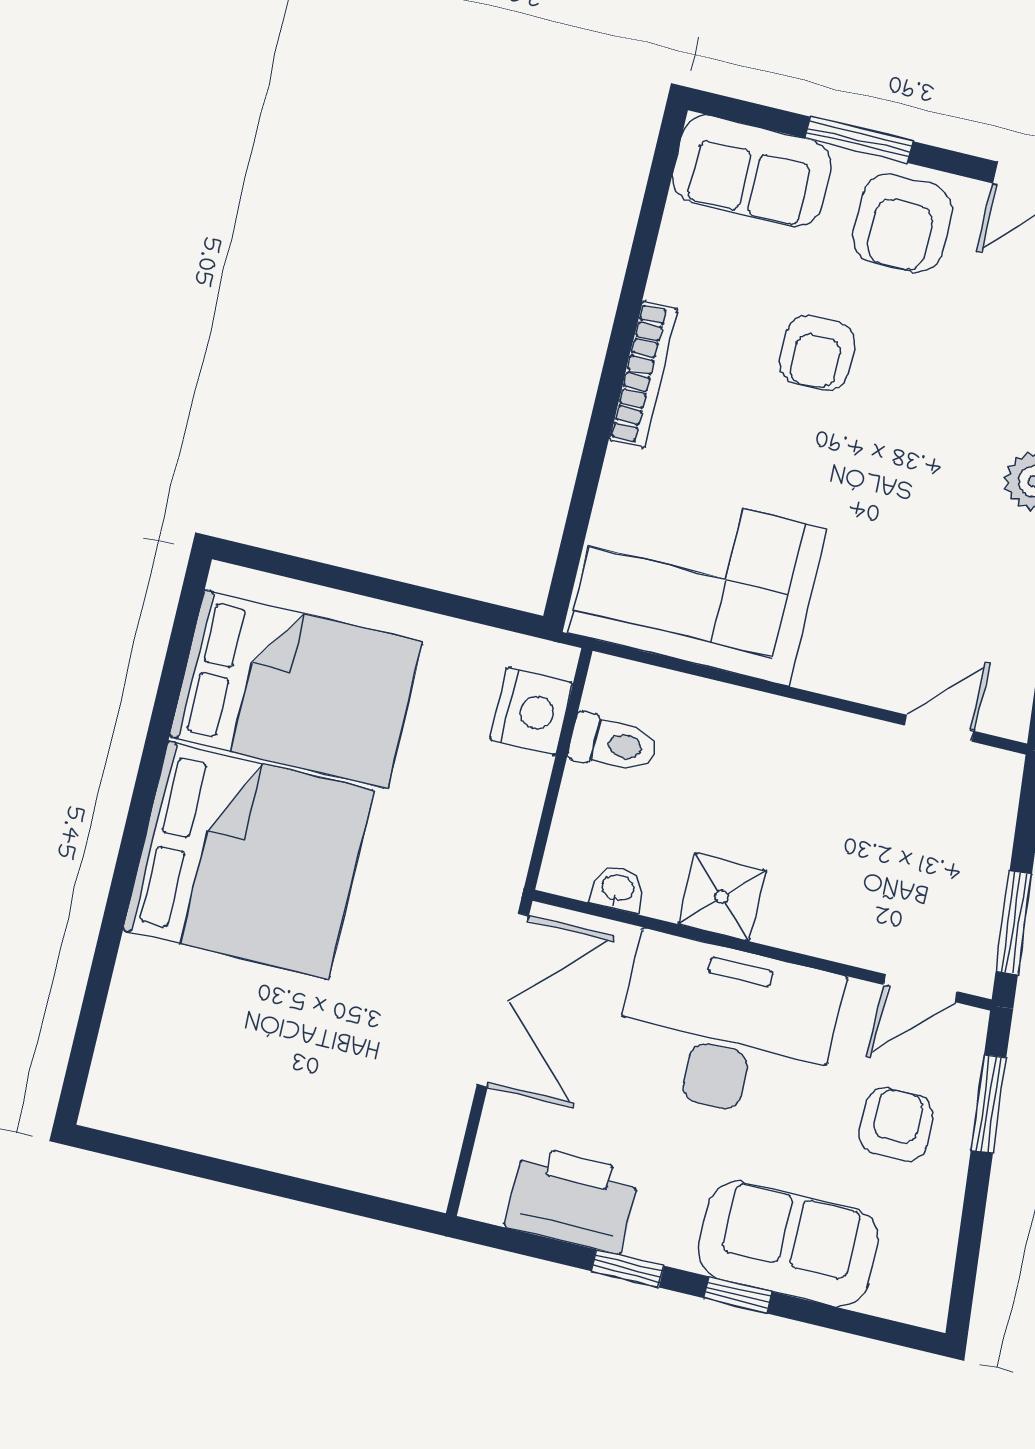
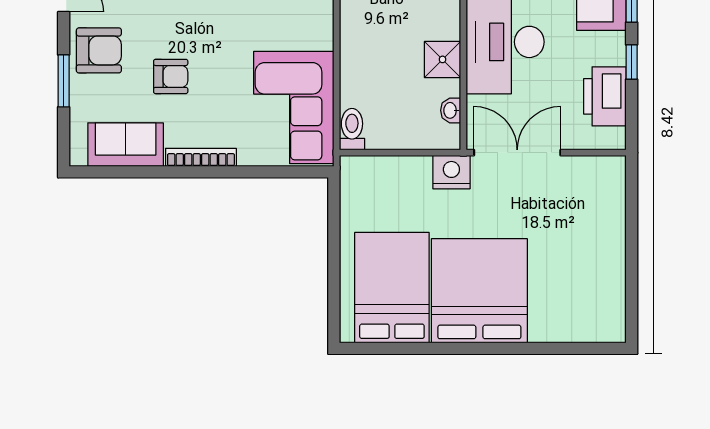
sofa: (752, 171) -> (126, 145), moved, turned -90
nightstand: (532, 711) -> (451, 172), moved
toilet: (613, 744) -> (352, 129), moved

